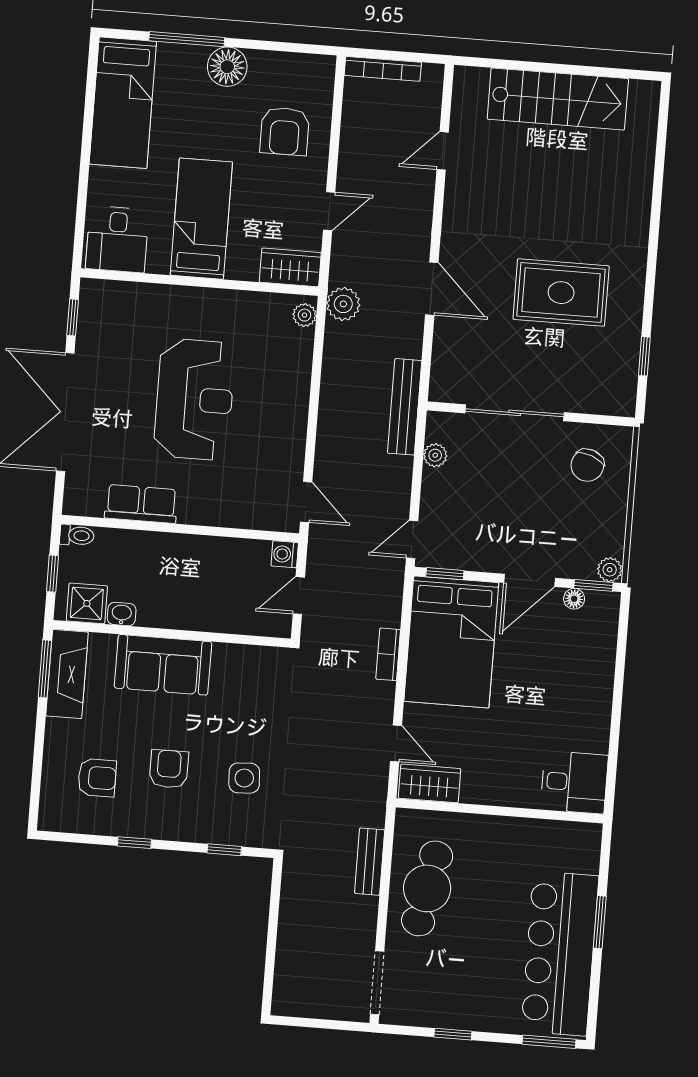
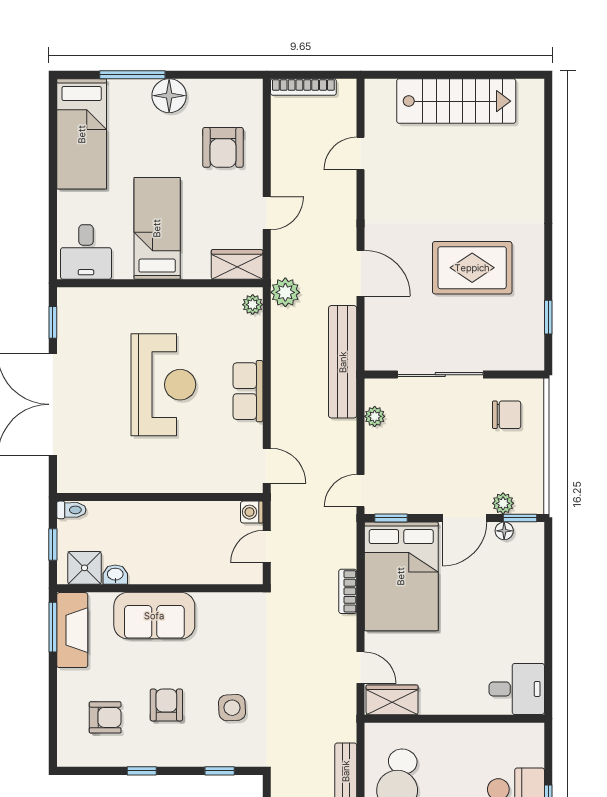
bench: (405, 407) -> (343, 362), width x1.37, depth x1.21
chair: (587, 465) -> (507, 415), turned -111
row of seats: (141, 504) -> (248, 391), moved, turned -90
plant: (610, 570) -> (503, 503), moved

